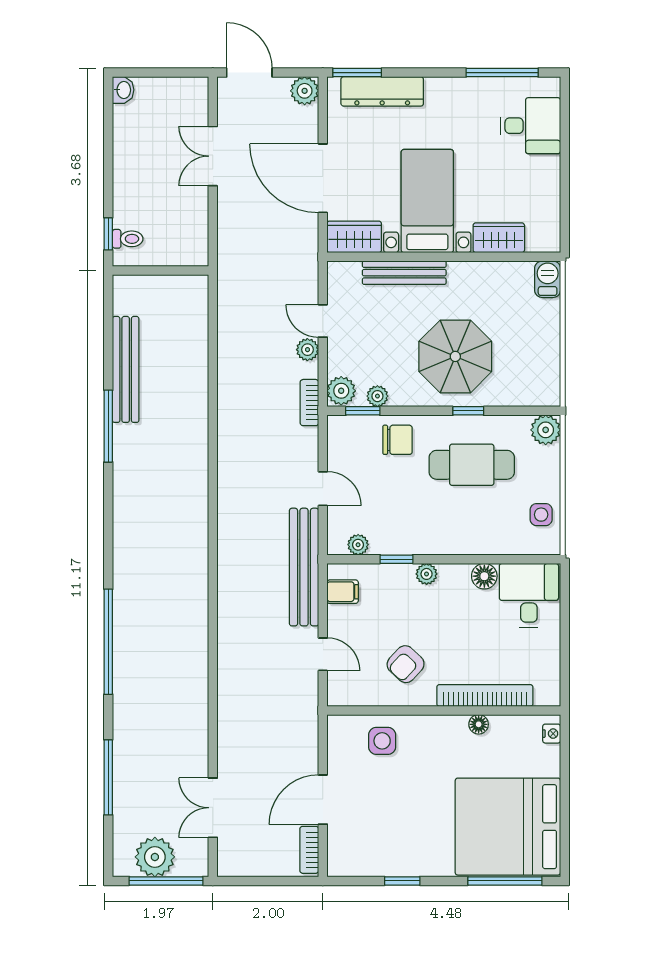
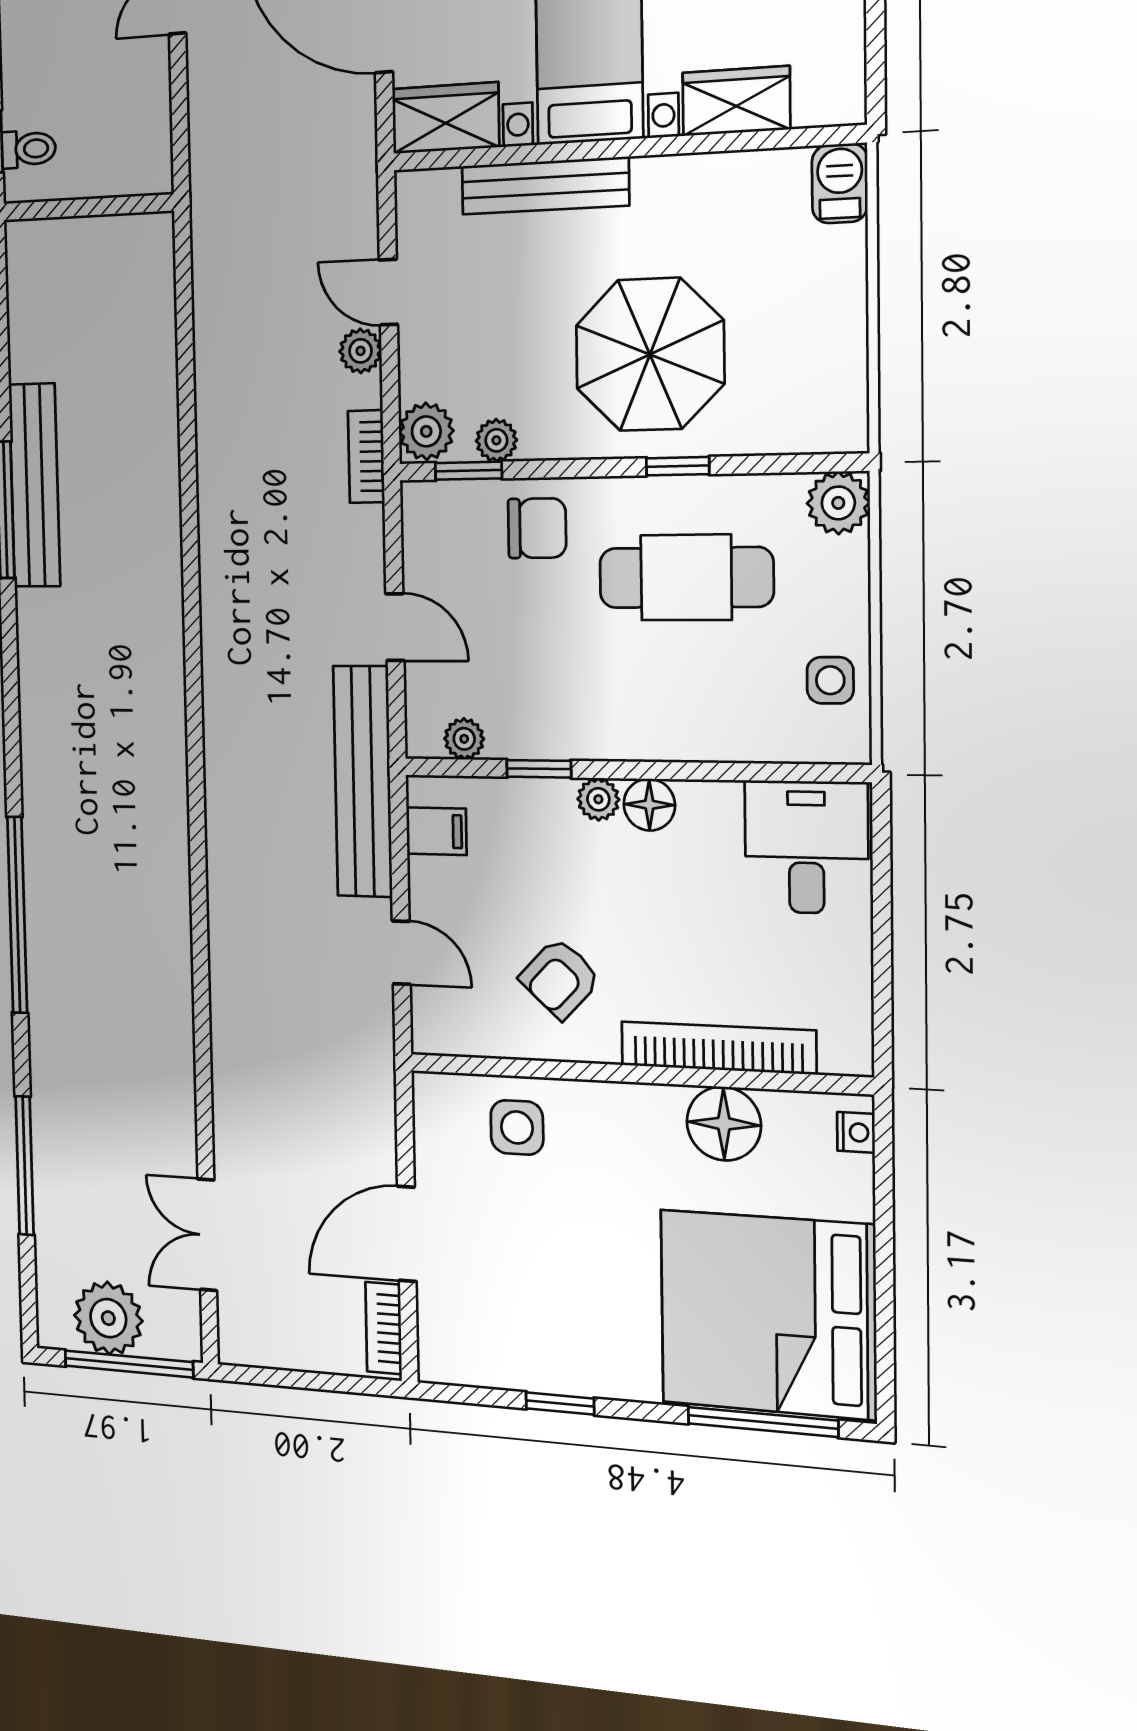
bench: (126, 369) -> (35, 485), moved
floor lamp: (484, 576) -> (649, 805), moved
floor lamp: (479, 724) -> (724, 1124), width x1.89, depth x1.89

